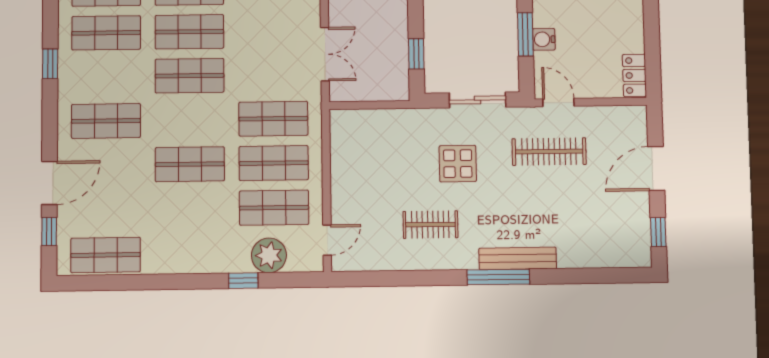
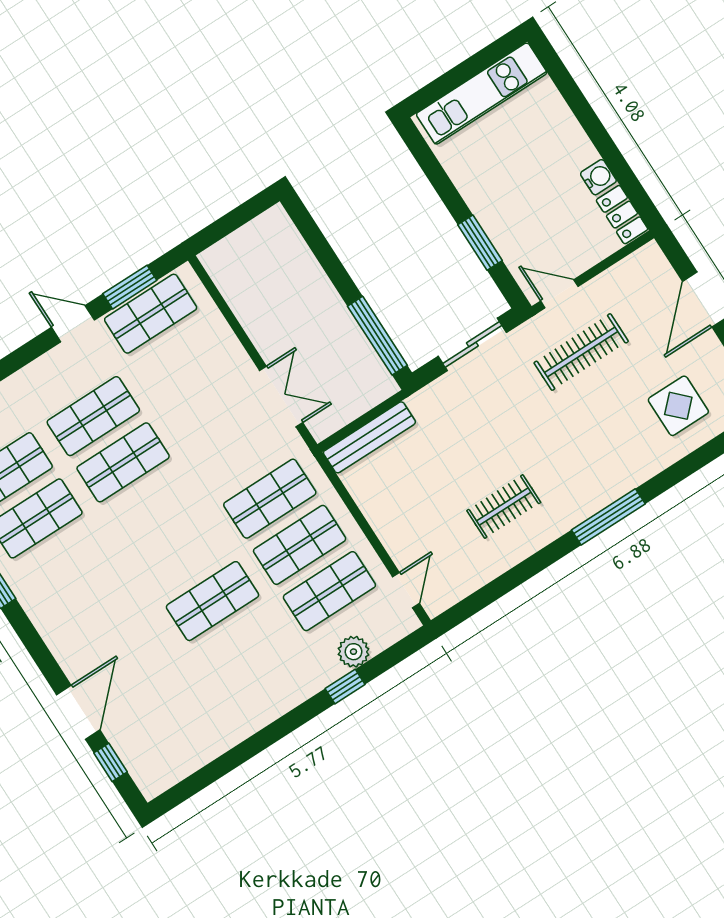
water cooler: (544, 39) -> (598, 177), moved, turned 180
window: (416, 54) -> (377, 336), width x2.17
shop shelf: (190, 76) -> (153, 509), removed
shop shelf: (106, 121) -> (96, 611), removed
display table: (458, 164) -> (678, 406), moved
shop shelf: (106, 255) -> (185, 750), removed
plant: (269, 255) -> (353, 652), width x0.73, depth x0.73
bench: (518, 258) -> (369, 437), moved

